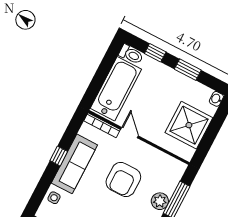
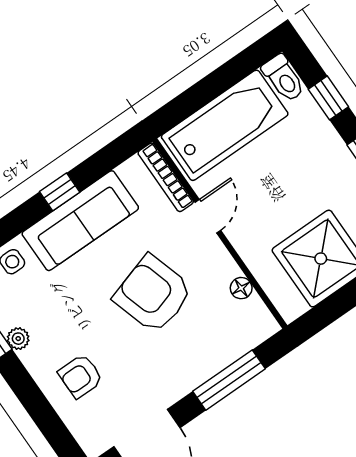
floor lamp: (161, 156) -> (241, 288), added
armchair: (123, 179) -> (153, 294), turned 73
plant: (160, 201) -> (198, 367), removed

